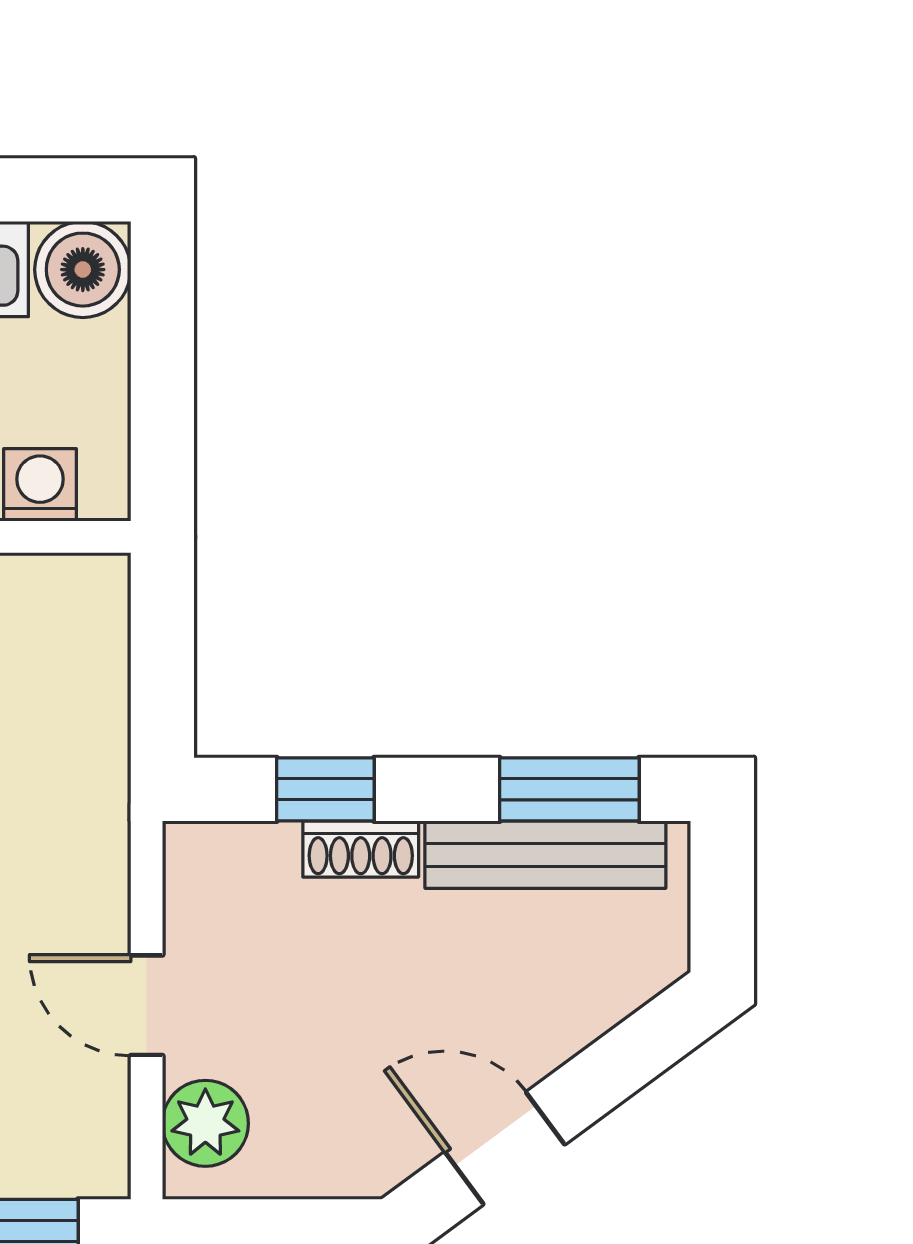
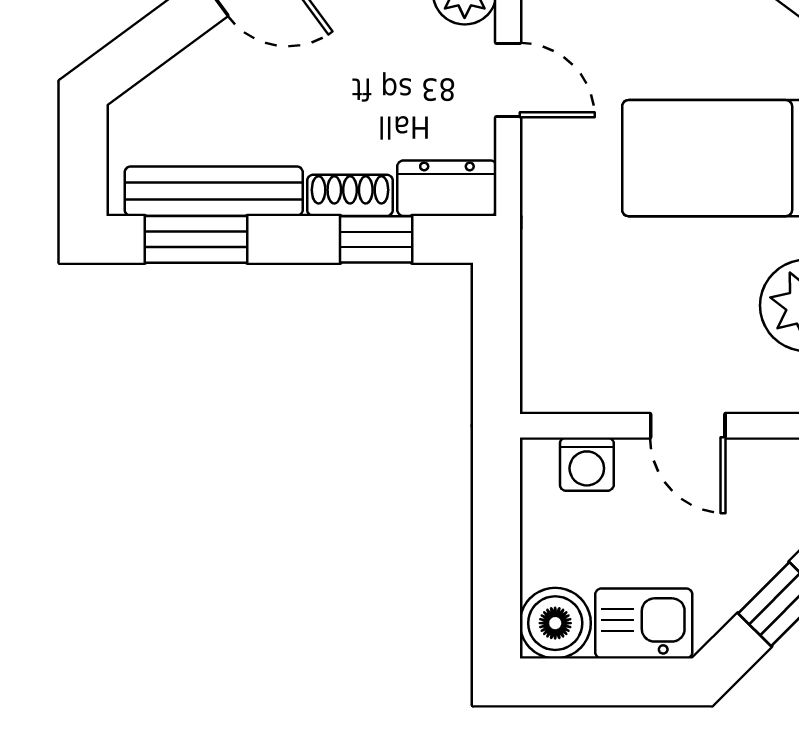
dresser: (229, 859) -> (447, 188), added

